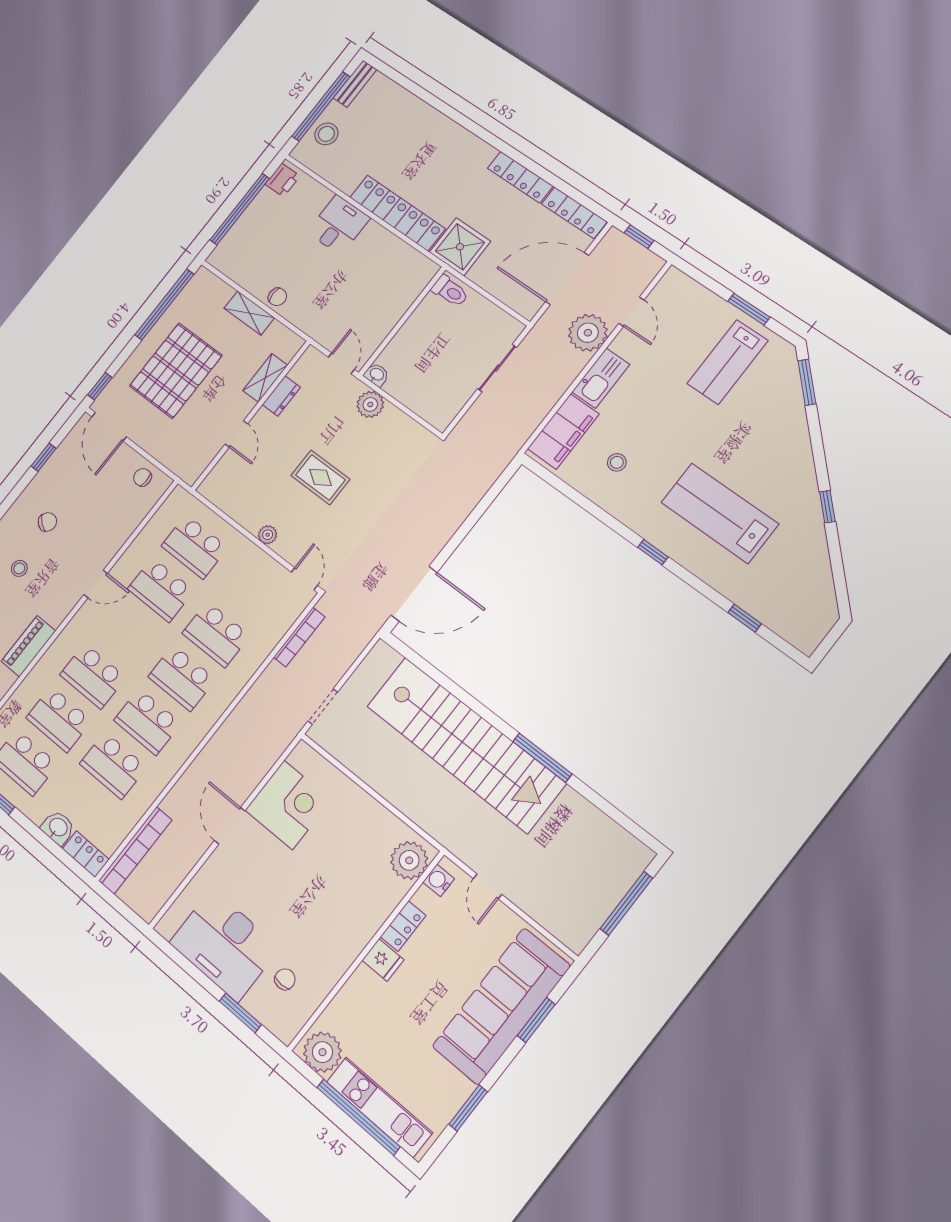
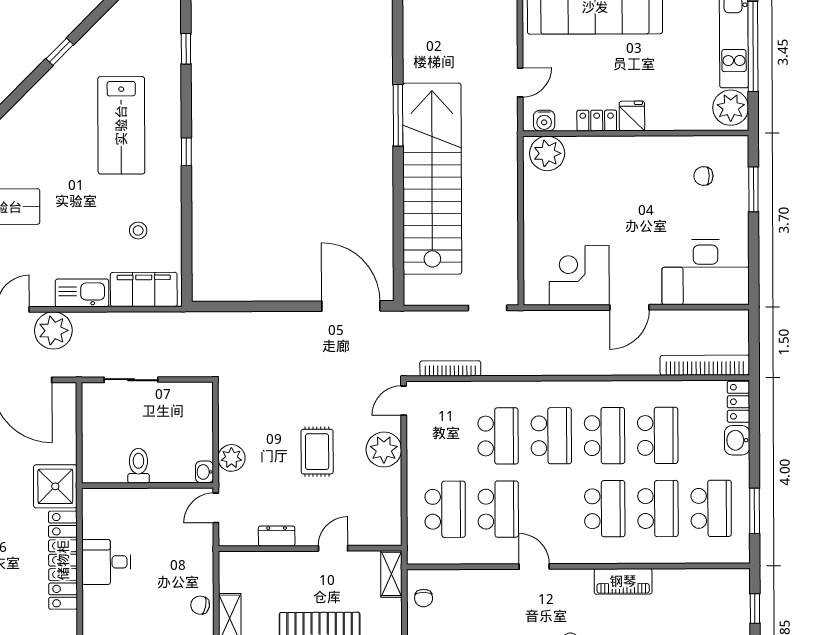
desk: (339, 225) -> (106, 562), moved
toilet: (450, 291) -> (138, 466), moved
chair: (277, 297) -> (200, 605), turned -79
shelving: (265, 378) -> (391, 574), moved, turned 90
plant: (268, 535) -> (384, 450), width x1.88, depth x1.88
desk: (225, 945) -> (706, 272), moved, turned 90

